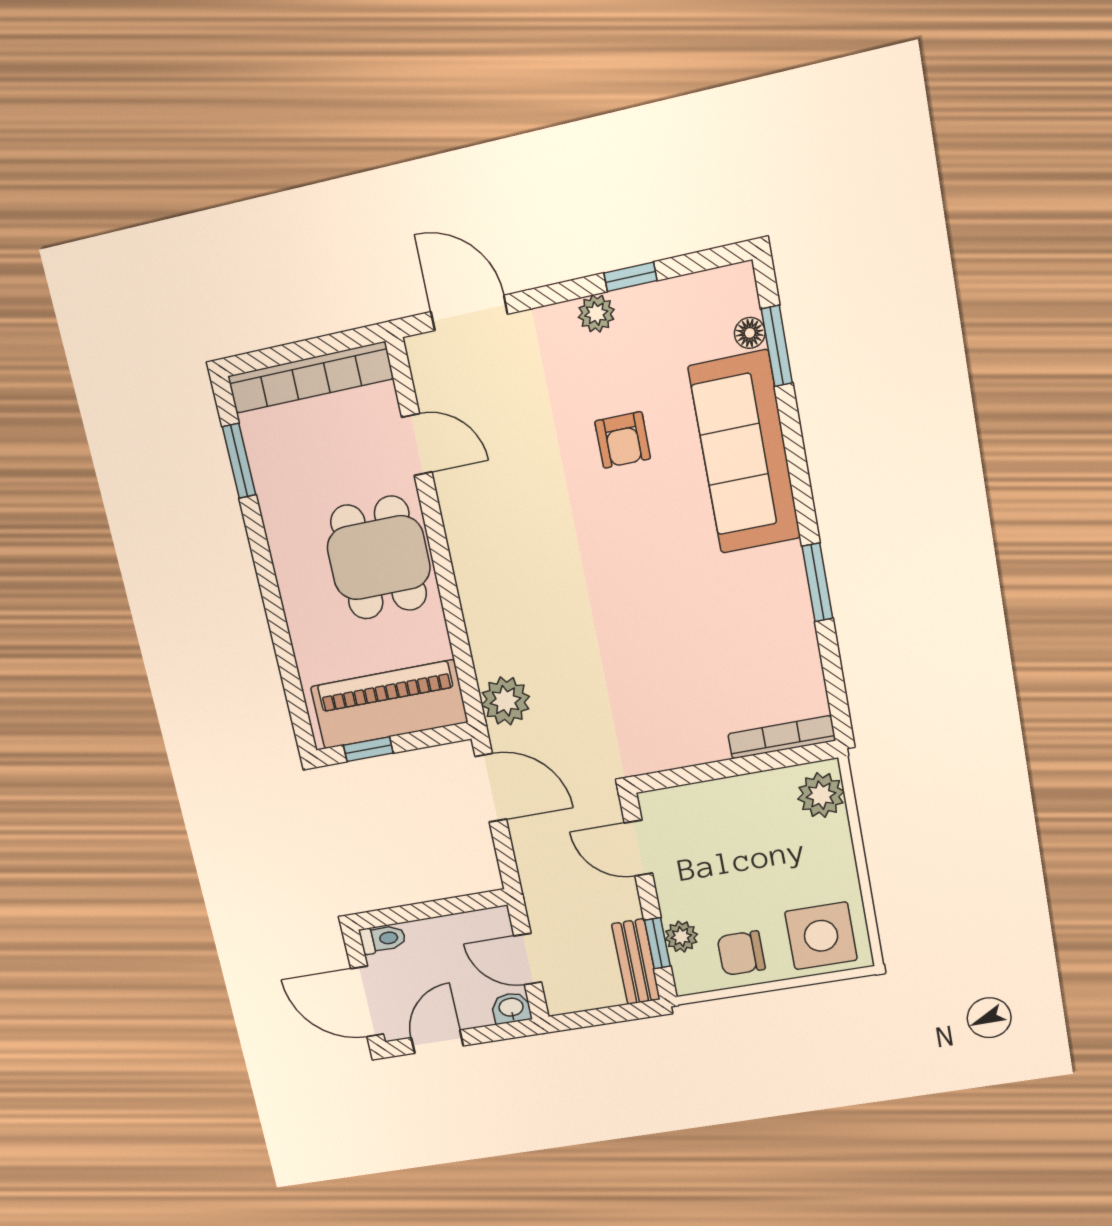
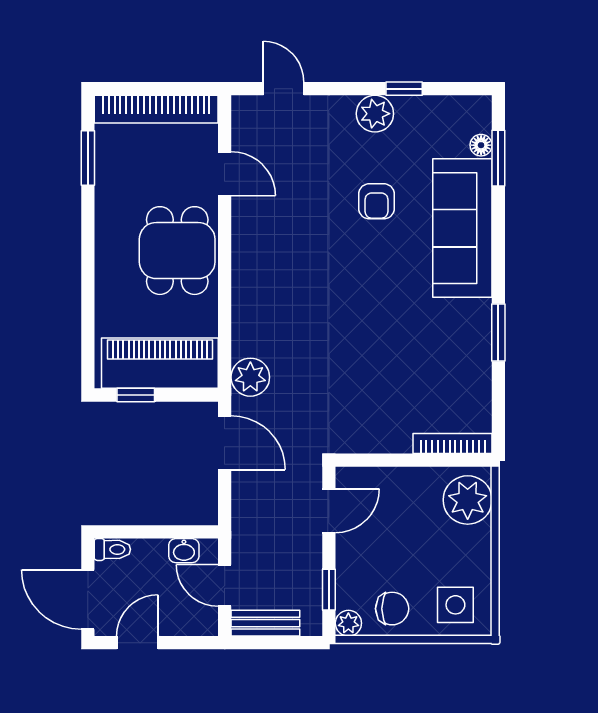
door: (469, 313) -> (284, 89), width x0.73
plant: (596, 313) -> (375, 114), width x1.38, depth x1.38
plant: (821, 795) -> (468, 500), width x1.36, depth x1.36
door: (638, 848) -> (329, 511), swing flipped
side table: (821, 936) -> (455, 605), width x0.73, depth x0.73
plant: (681, 937) -> (348, 623), moved
chair: (741, 953) -> (392, 609), turned 180
bench: (636, 962) -> (265, 623), moved, turned 90
washbasin: (511, 1008) -> (184, 551), moved, turned 180

